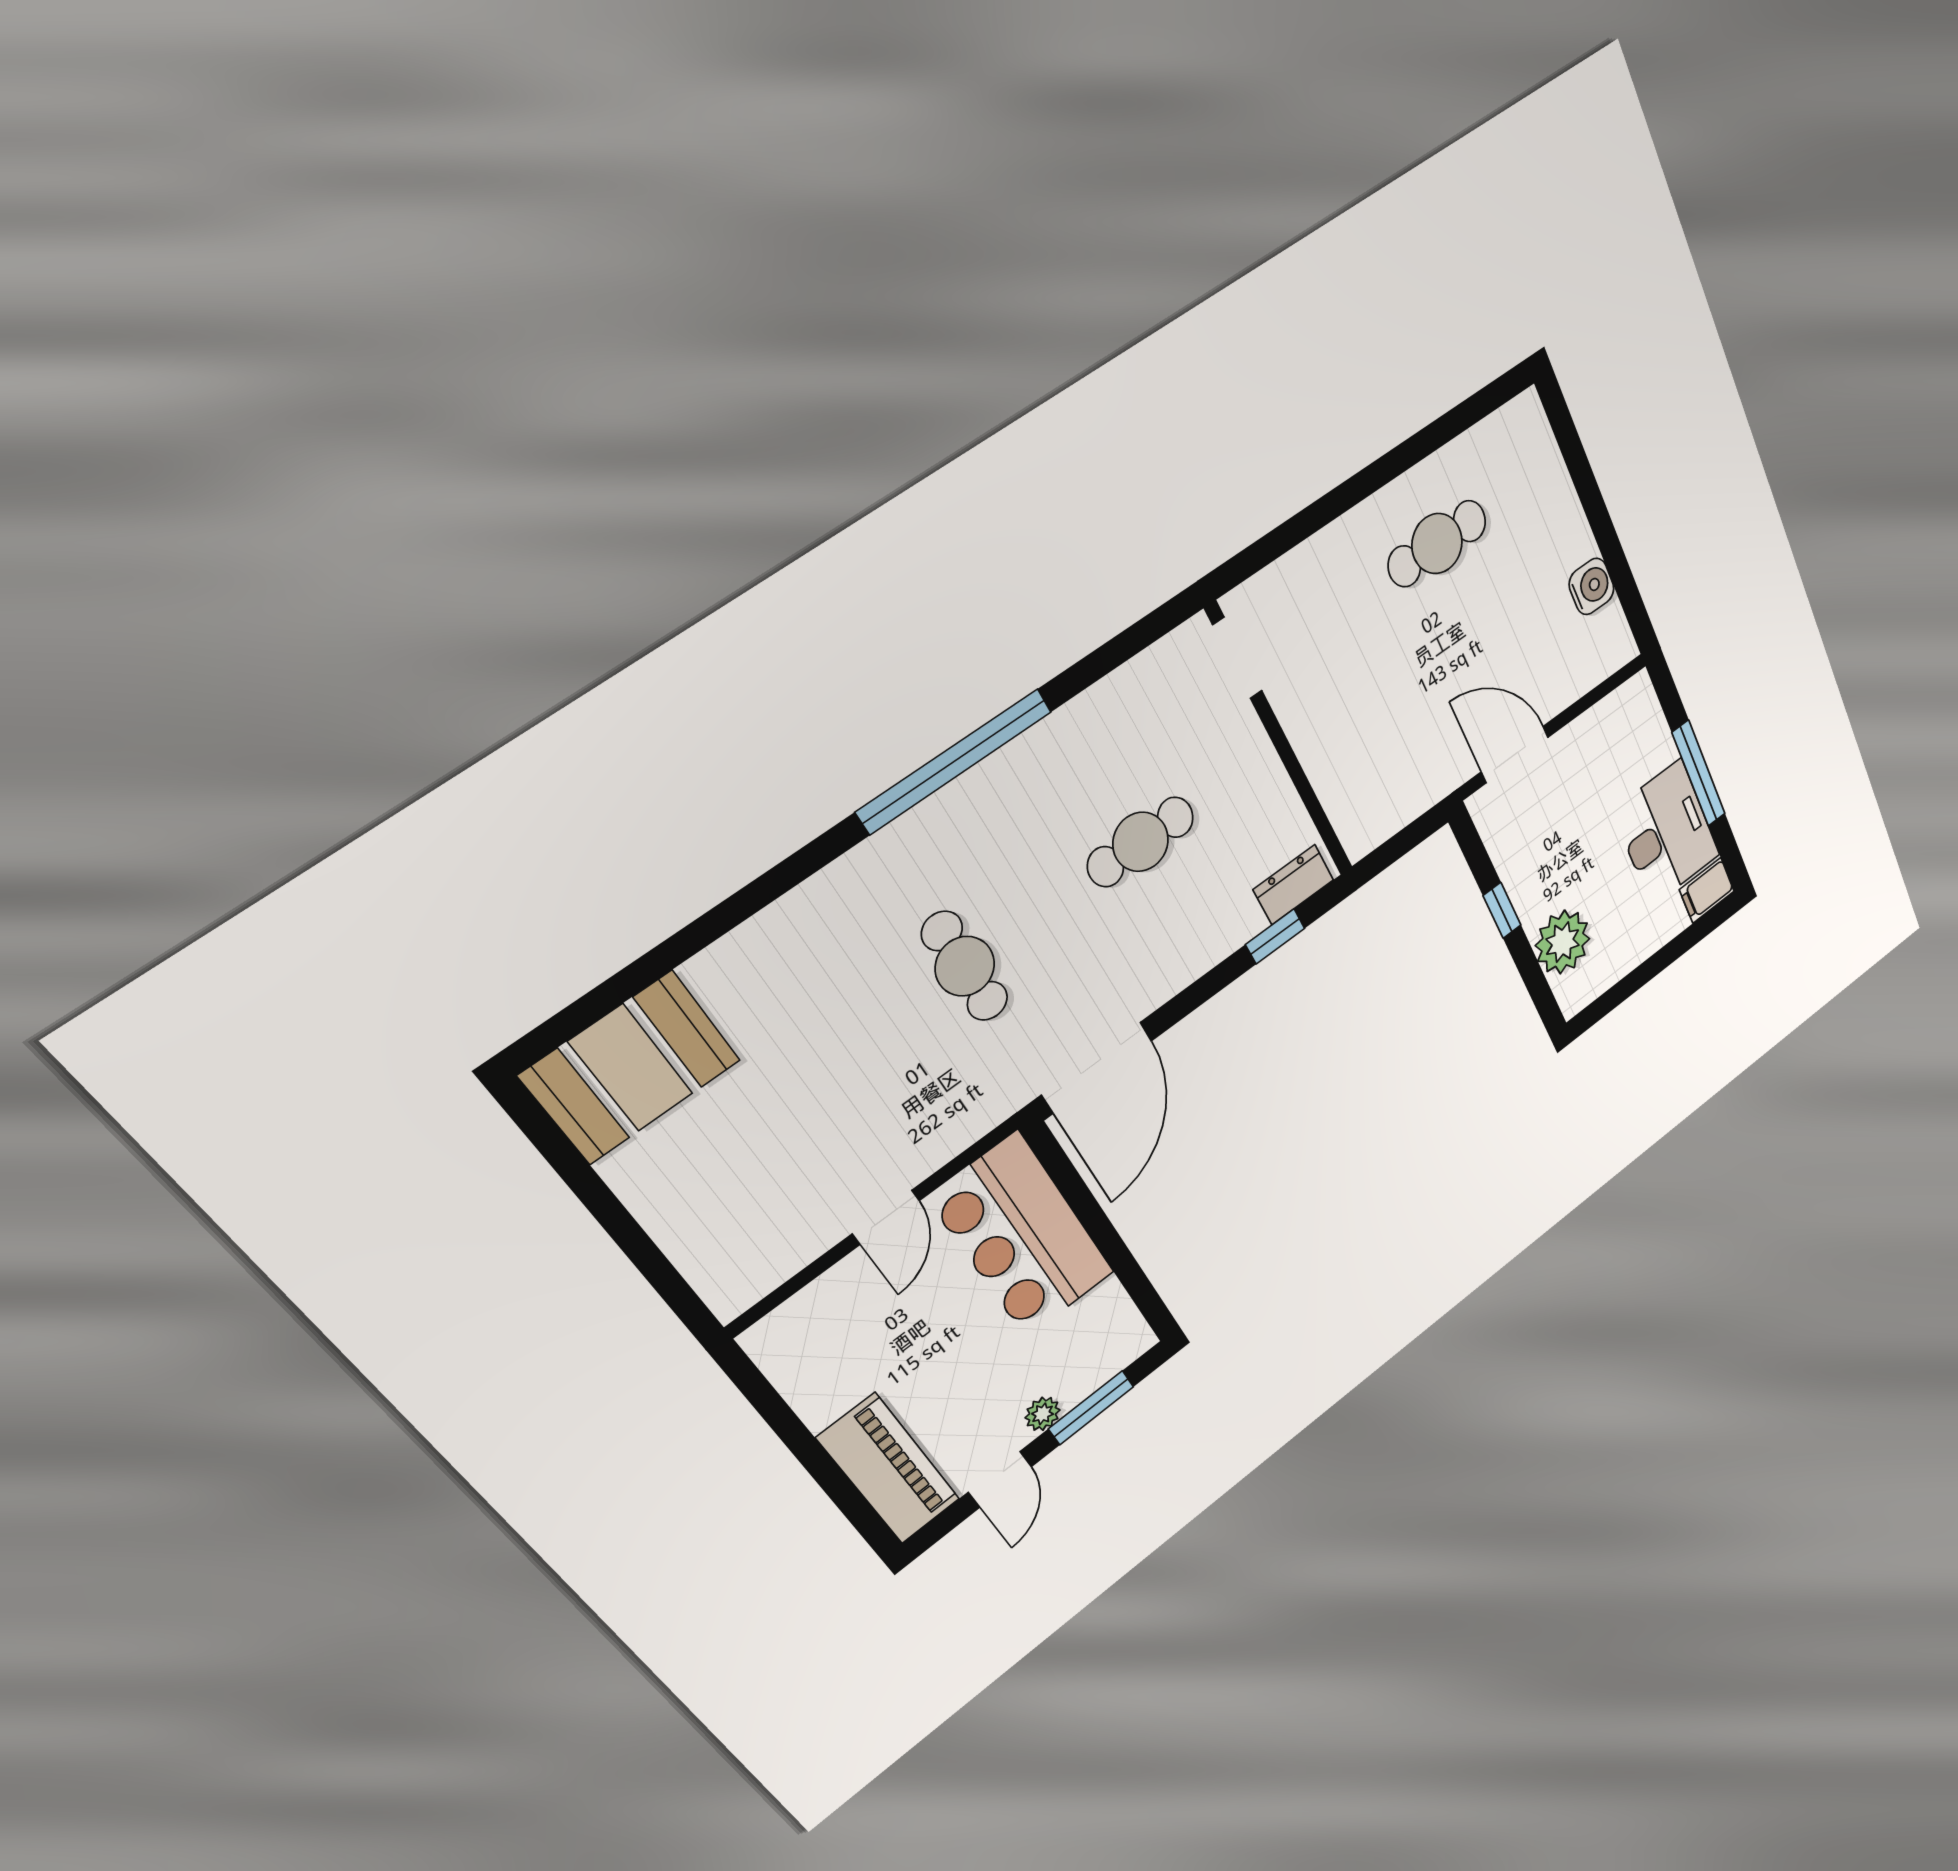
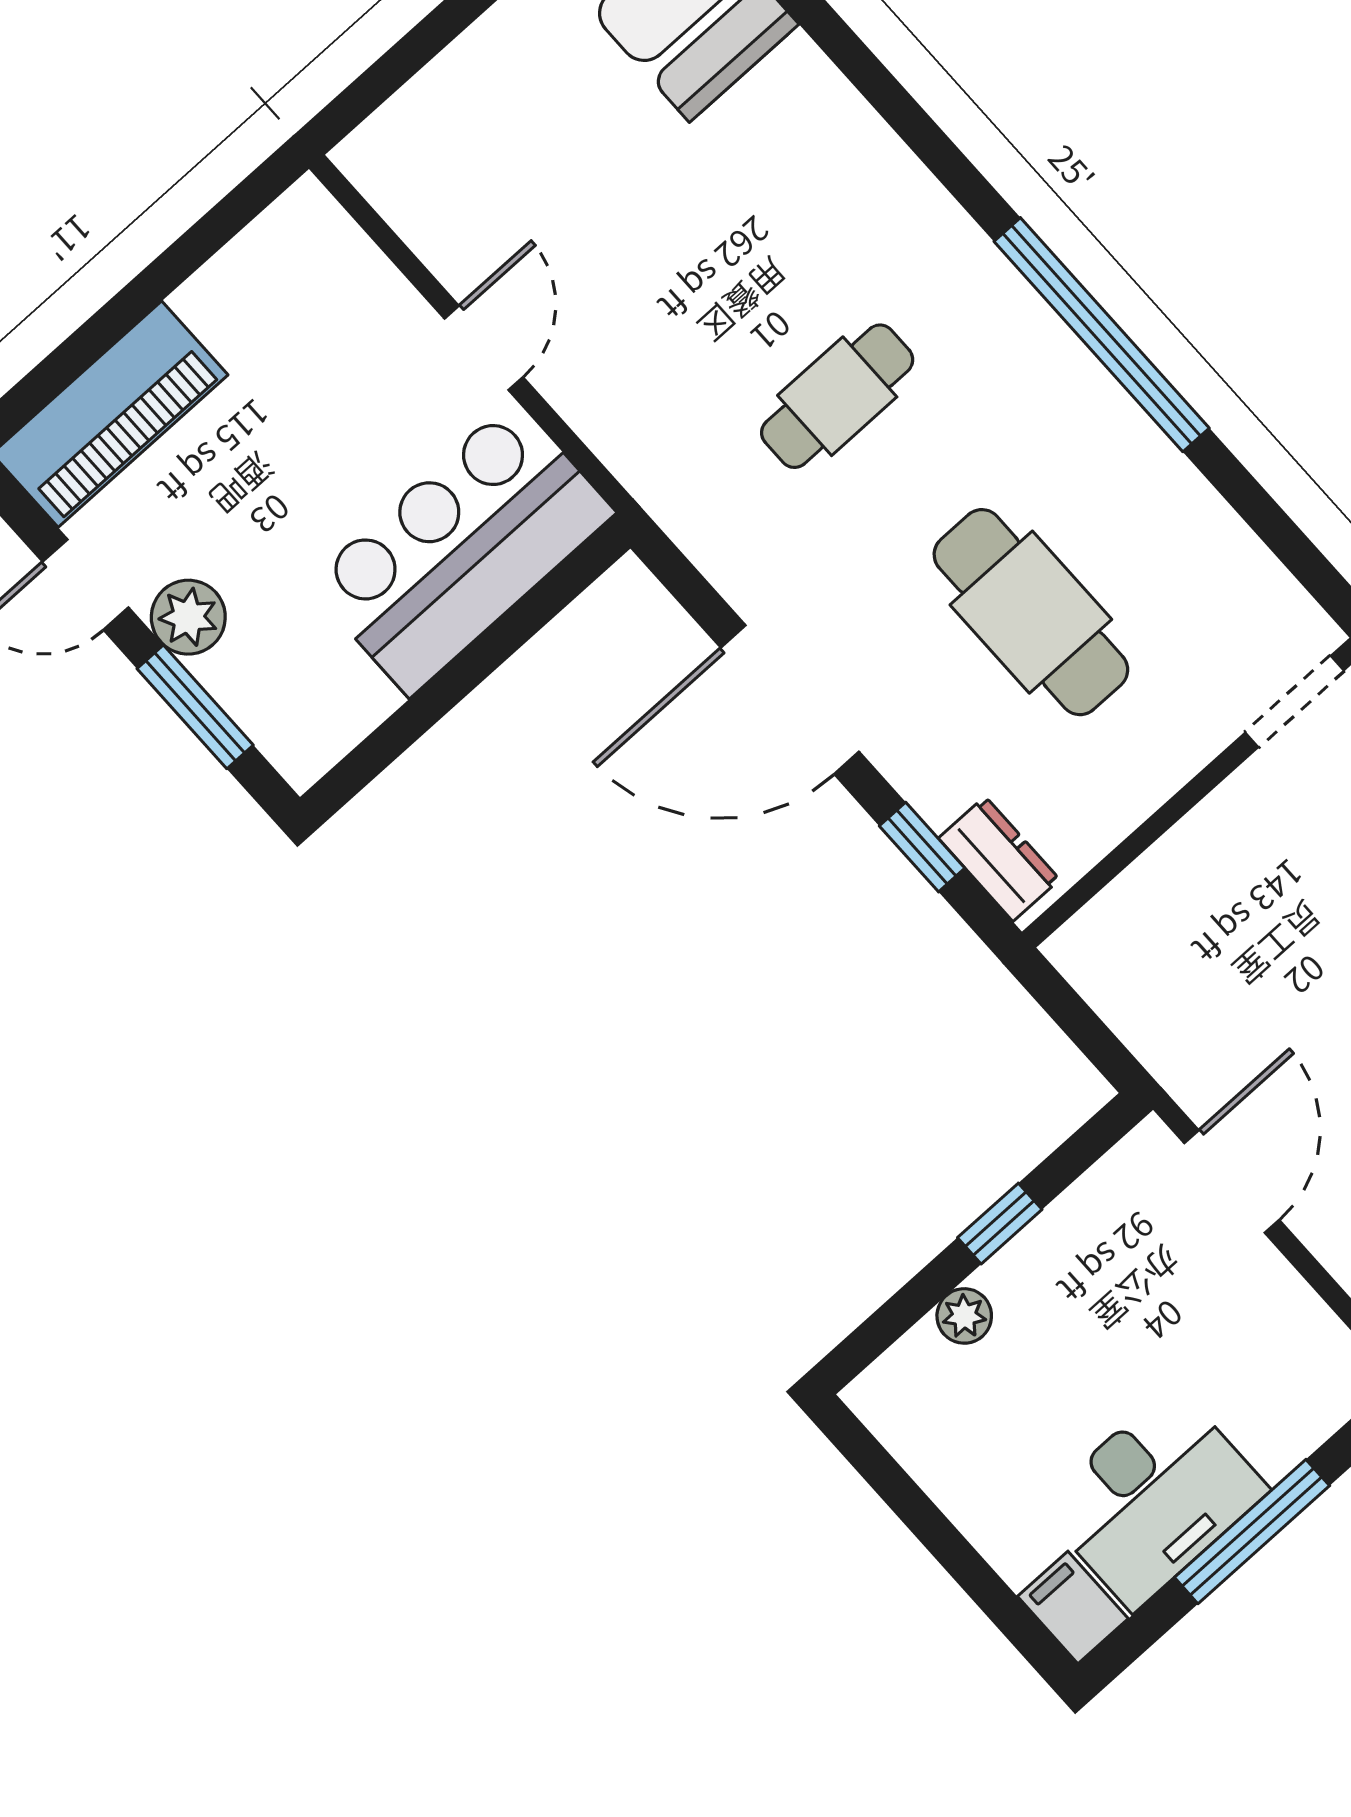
cafe table: (1141, 842) -> (1031, 612), width x1.37, depth x1.35
plant: (1563, 942) -> (964, 1316), width x0.53, depth x0.53
door: (1097, 1068) -> (790, 700), moved
door: (886, 1217) -> (484, 348), swing flipped
plant: (1043, 1414) -> (188, 617), width x1.38, depth x1.38

